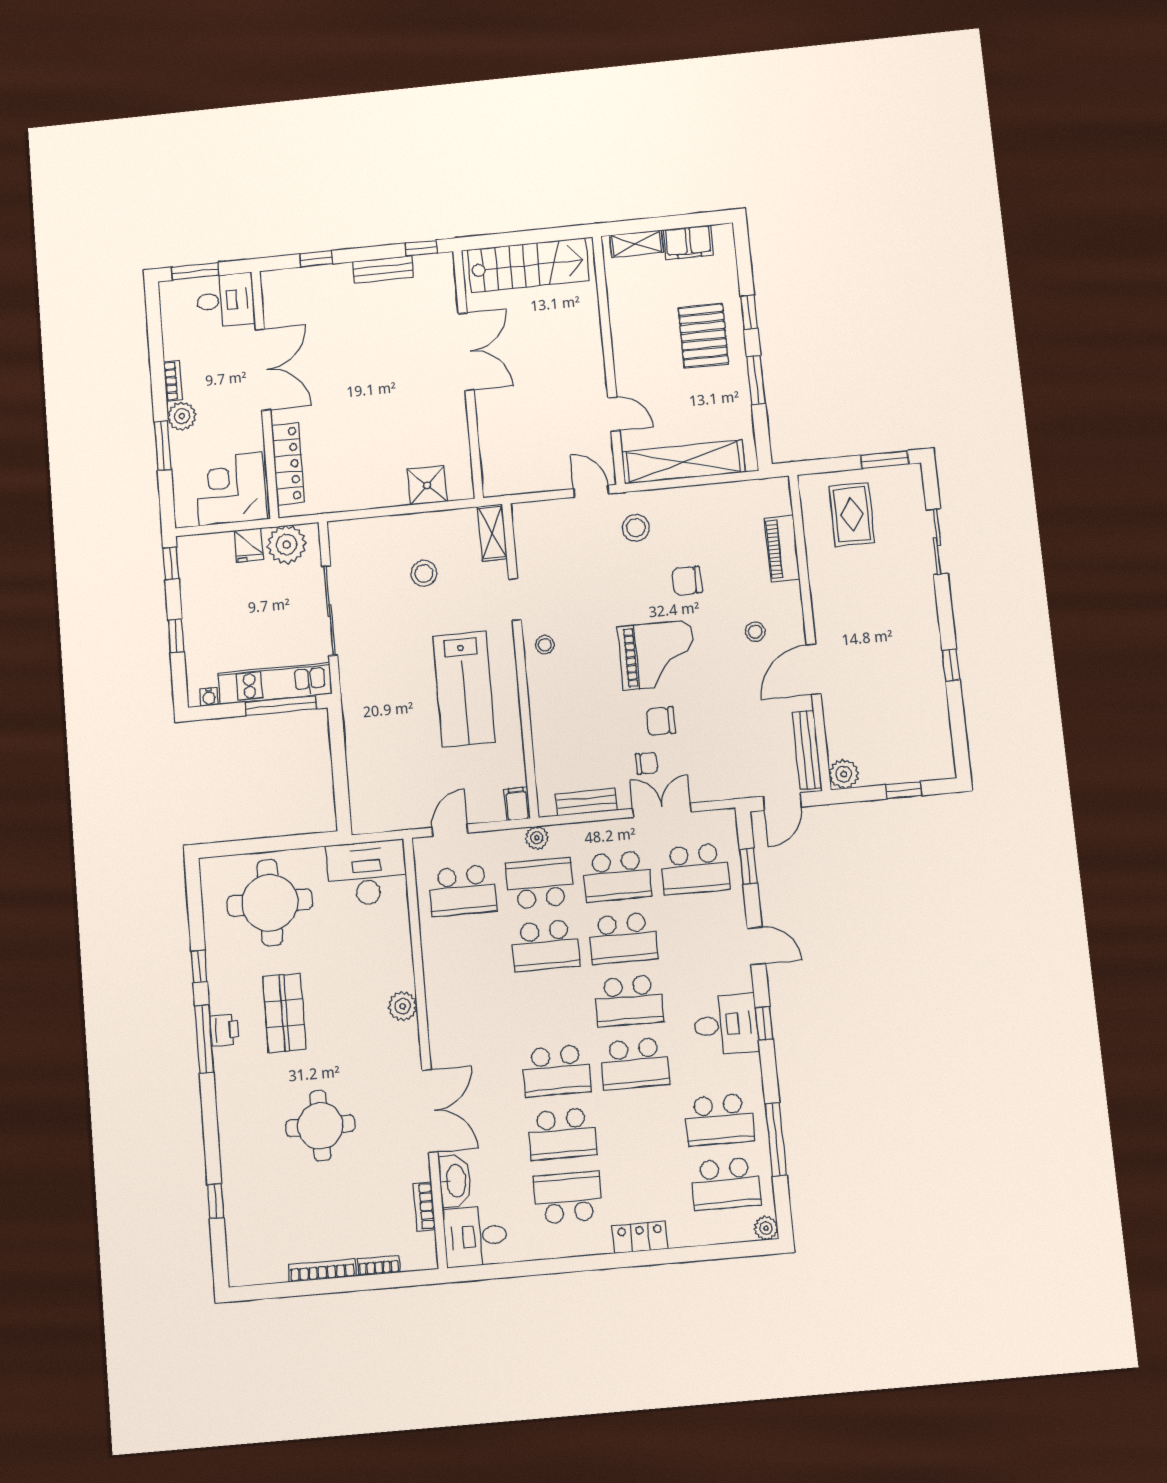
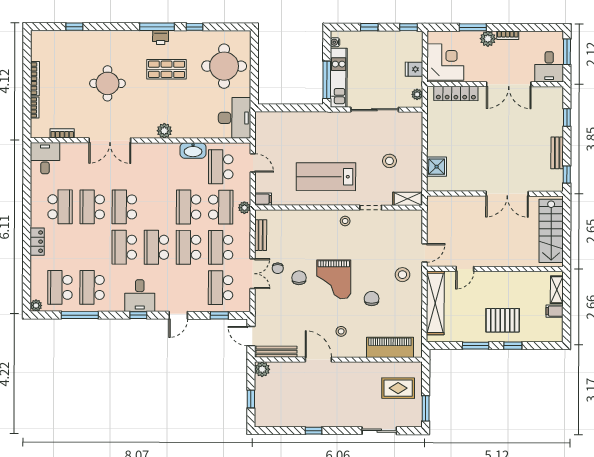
filing cabinet: (688, 242) -> (555, 311), width x0.50
plant: (287, 545) -> (417, 94), width x0.53, depth x0.53
piano: (782, 549) -> (390, 347), width x1.37, depth x1.33
washbasin: (455, 1181) -> (193, 150), moved

